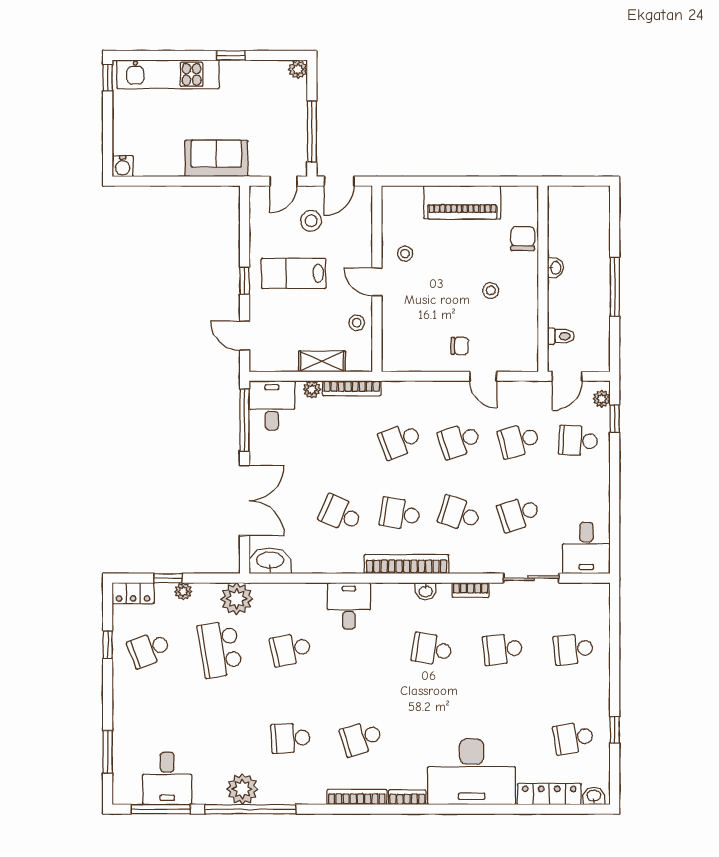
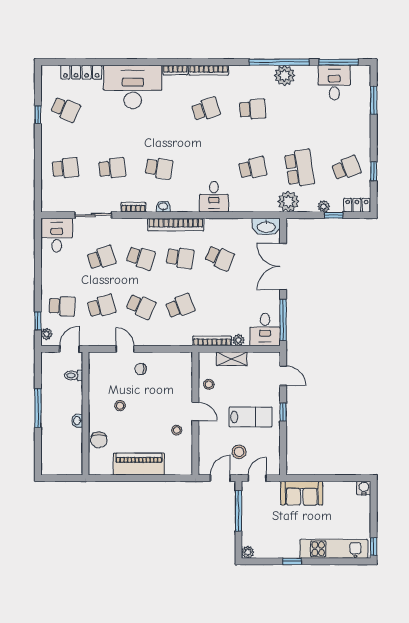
school desk: (459, 441) -> (141, 306), turned 42
school desk: (573, 738) -> (65, 109), turned 33
washbasin: (594, 796) -> (52, 71), removed

